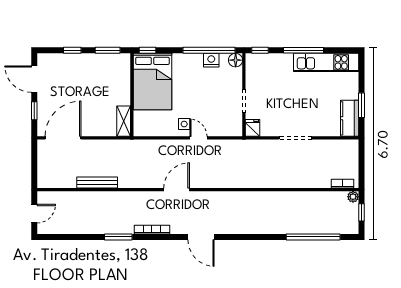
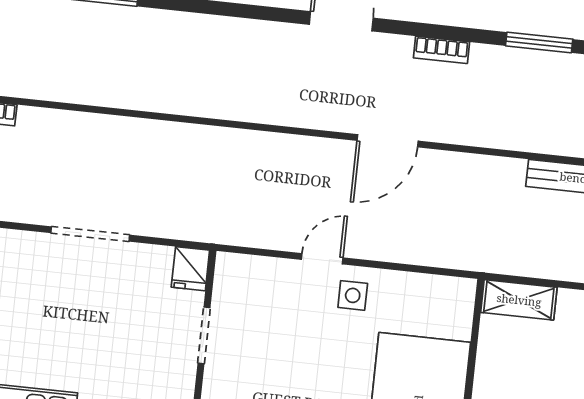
shelving: (124, 121) -> (519, 300), moved, turned 90
door: (198, 138) -> (322, 259), swing flipped
bookcase: (152, 230) -> (442, 50), width x0.64

